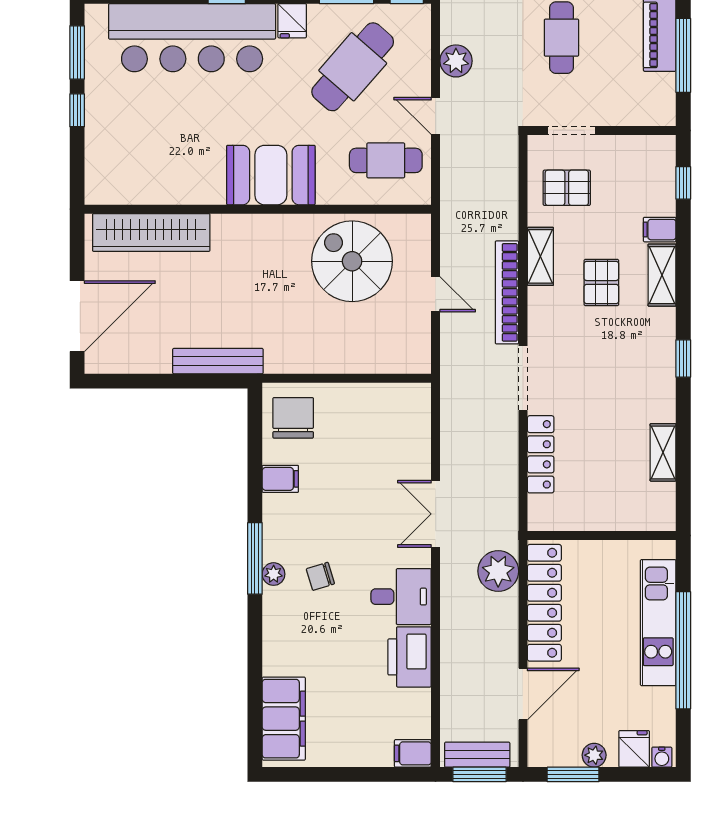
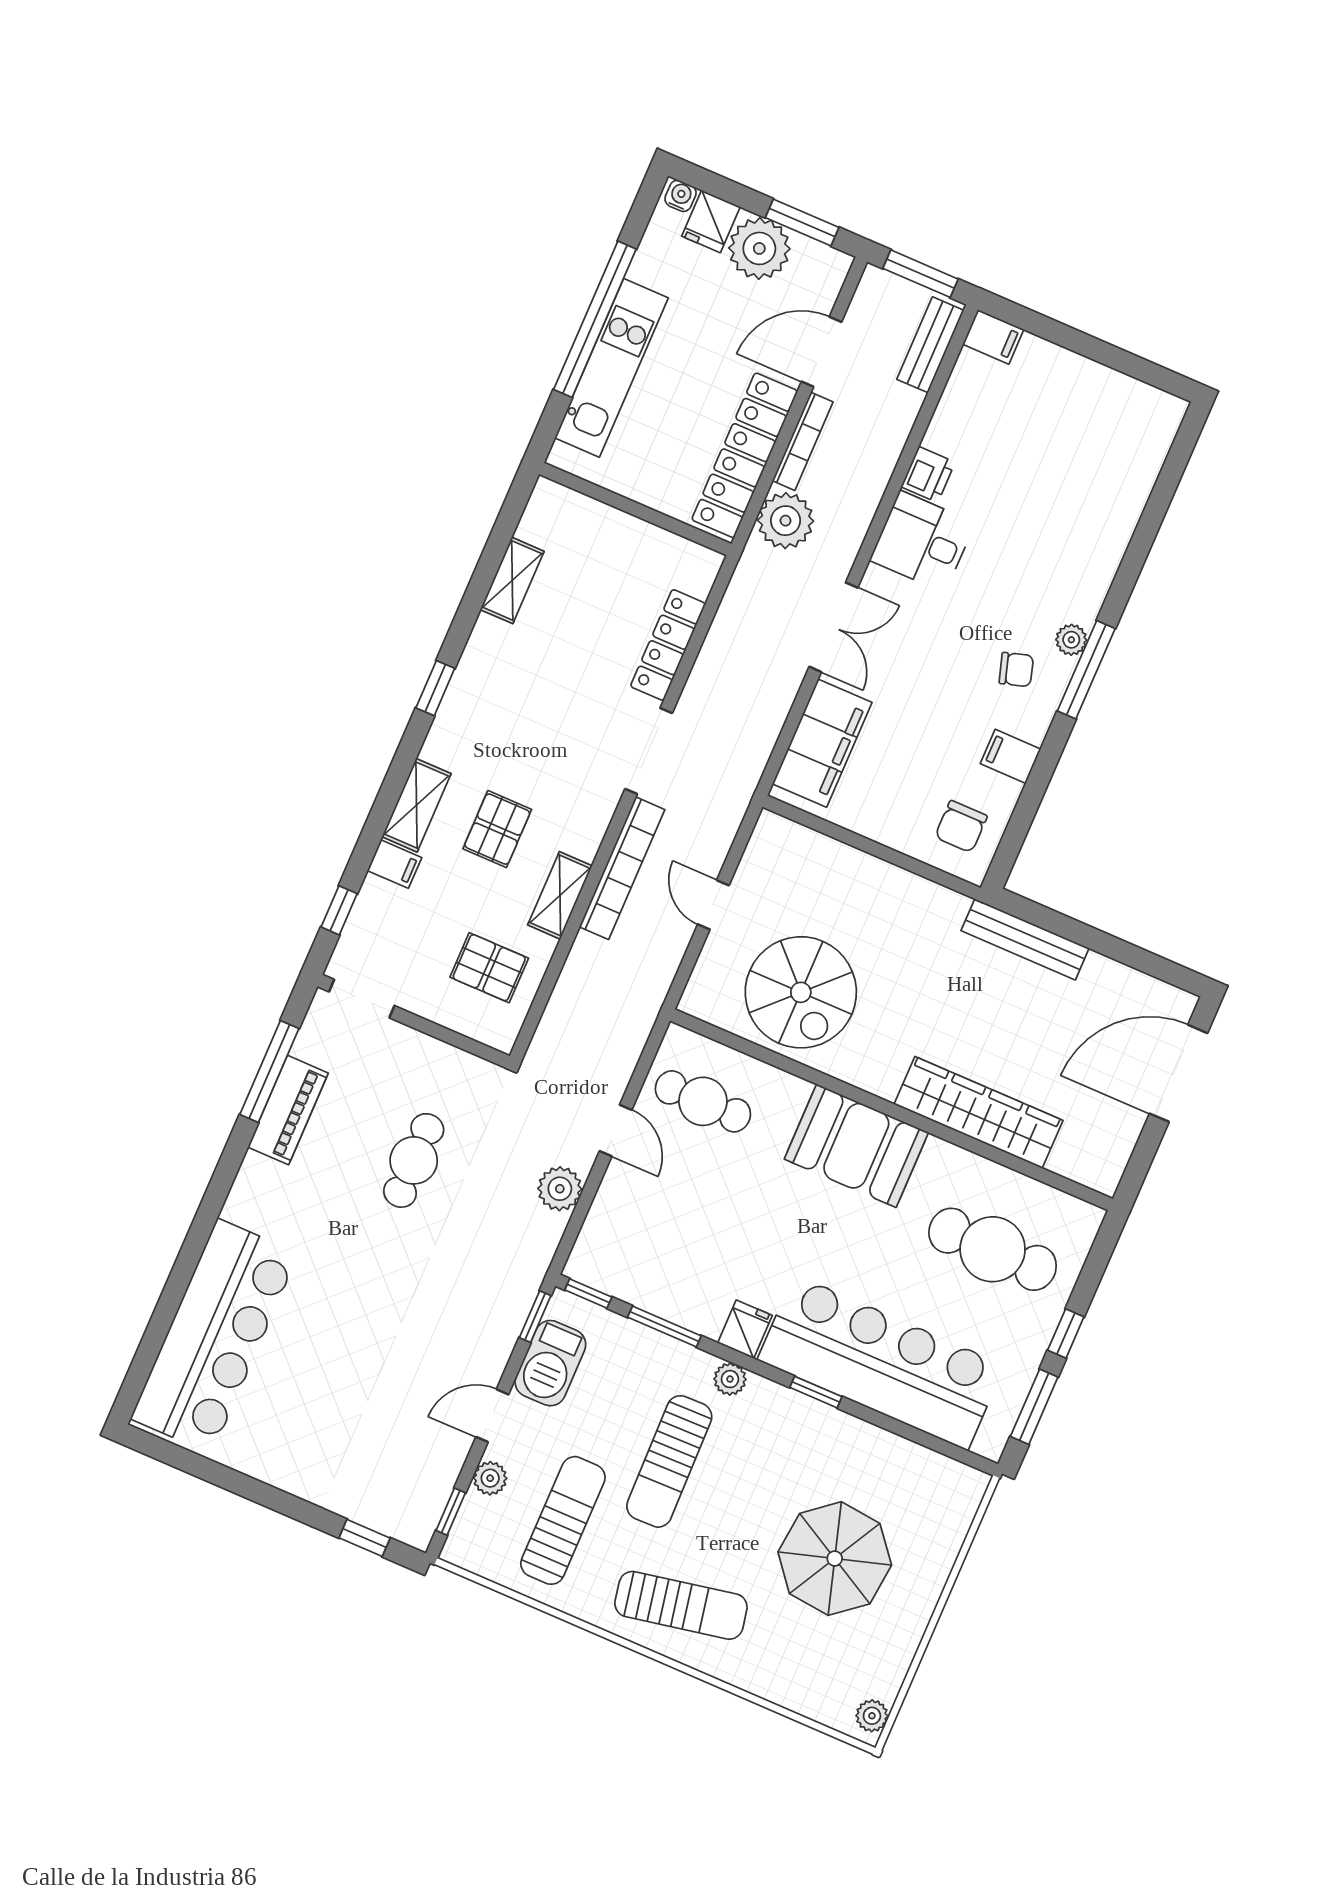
cafe table: (353, 67) -> (993, 1249), moved, turned 49
doorway: (572, 130) -> (362, 999), moved
wardrobe: (151, 232) -> (978, 1112), moved
chair: (293, 418) -> (961, 827), width x0.73, depth x0.73
chair: (320, 576) -> (1016, 669), moved
bookcase: (510, 629) -> (803, 441), added
printer: (410, 657) -> (928, 474), width x0.53, depth x0.68
filing cabinet: (284, 719) -> (822, 743), moved, turned 180
bench: (477, 755) -> (930, 345), moved, turned 90
plant: (594, 755) -> (759, 248), width x1.88, depth x1.88

